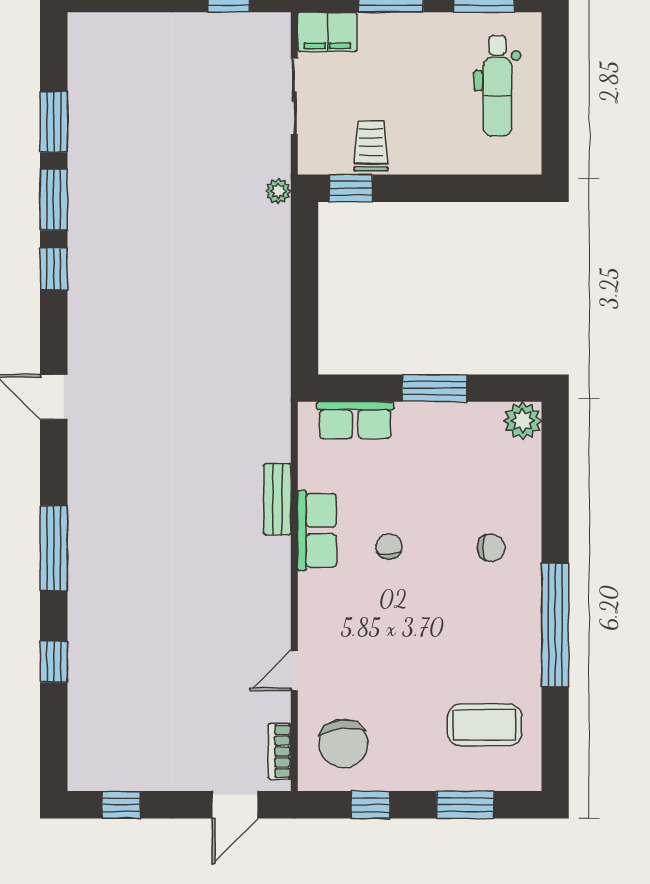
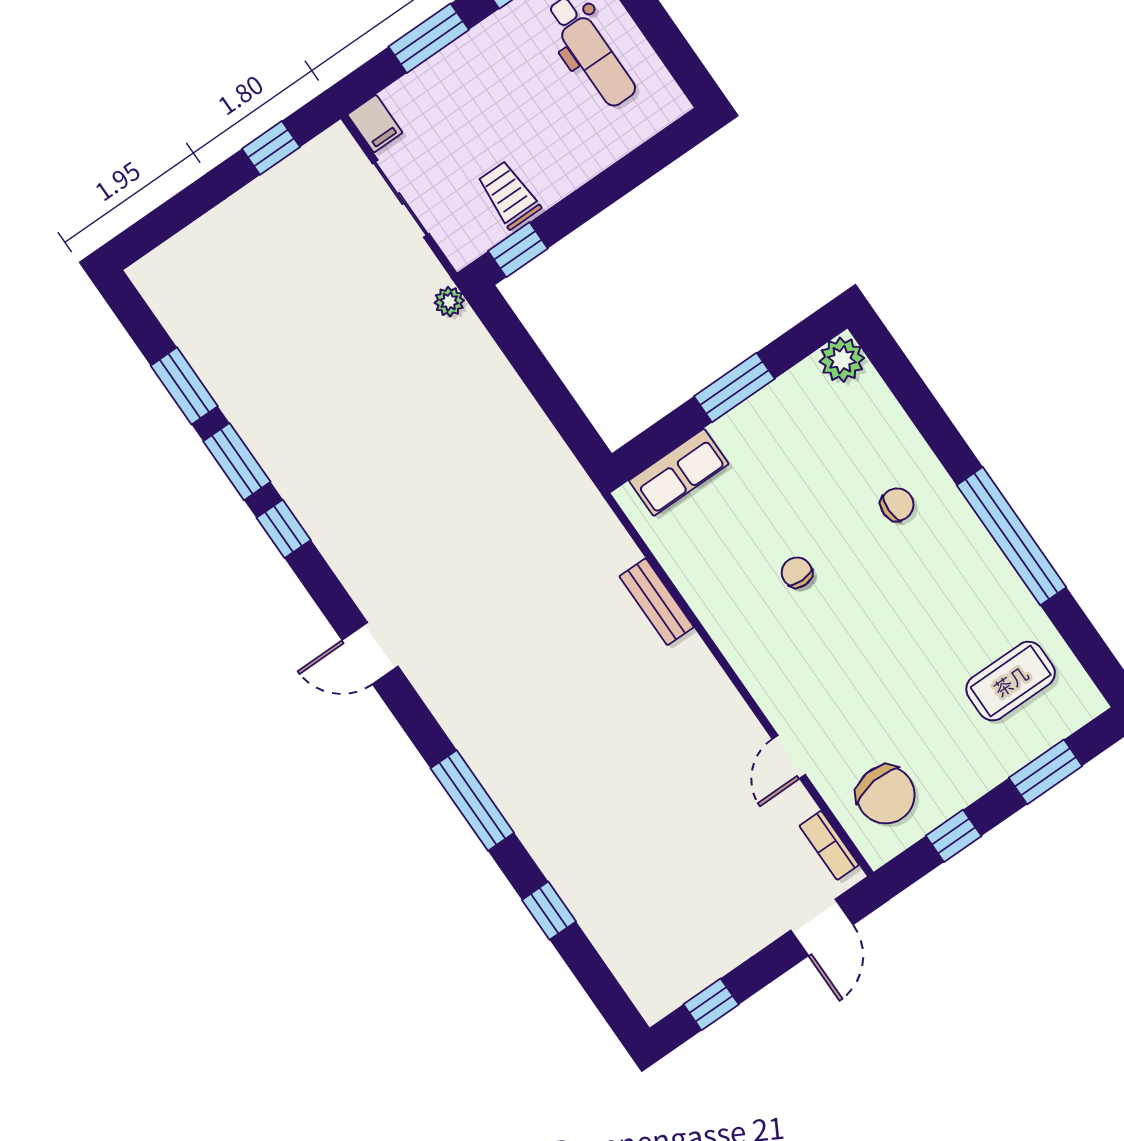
filing cabinet: (327, 32) -> (375, 124), width x0.50
row of seats: (317, 530) -> (716, 605), removed

